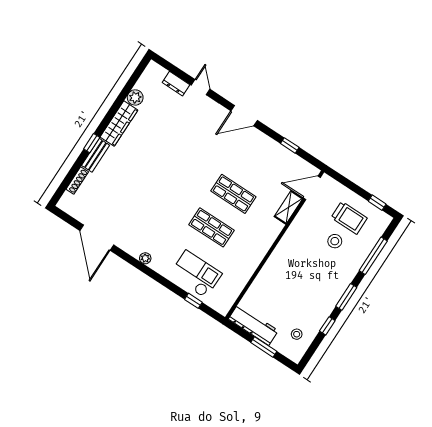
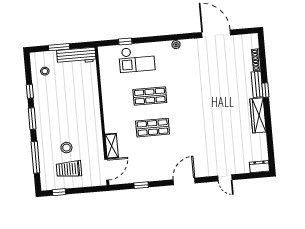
dresser: (176, 84) -> (259, 167), moved
plant: (135, 97) -> (261, 140), removed

